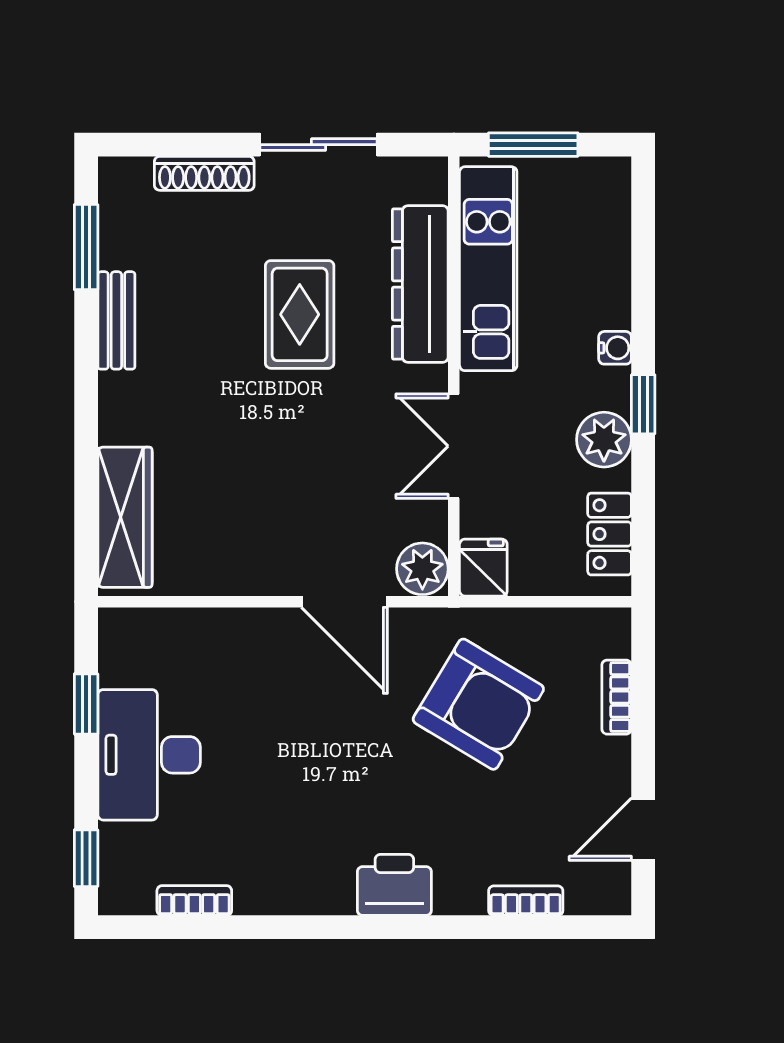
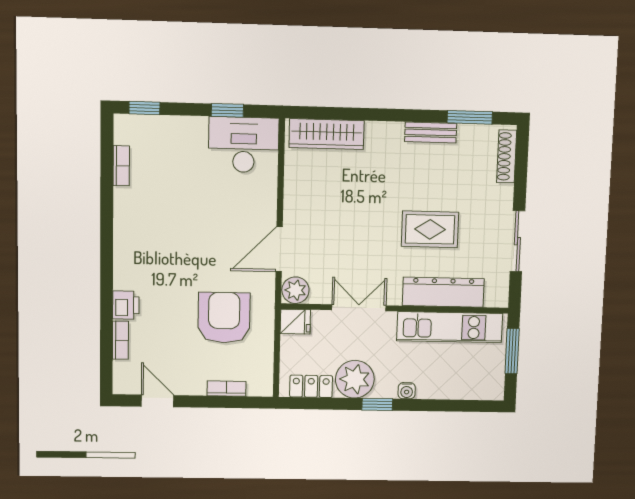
shoe rack: (204, 173) -> (507, 156), moved
plant: (604, 440) -> (355, 379), width x1.36, depth x1.36
armchair: (478, 704) -> (224, 318), turned 149
desk: (149, 755) -> (244, 145), moved
printer: (394, 885) -> (126, 305), moved, width x0.73, depth x0.81

